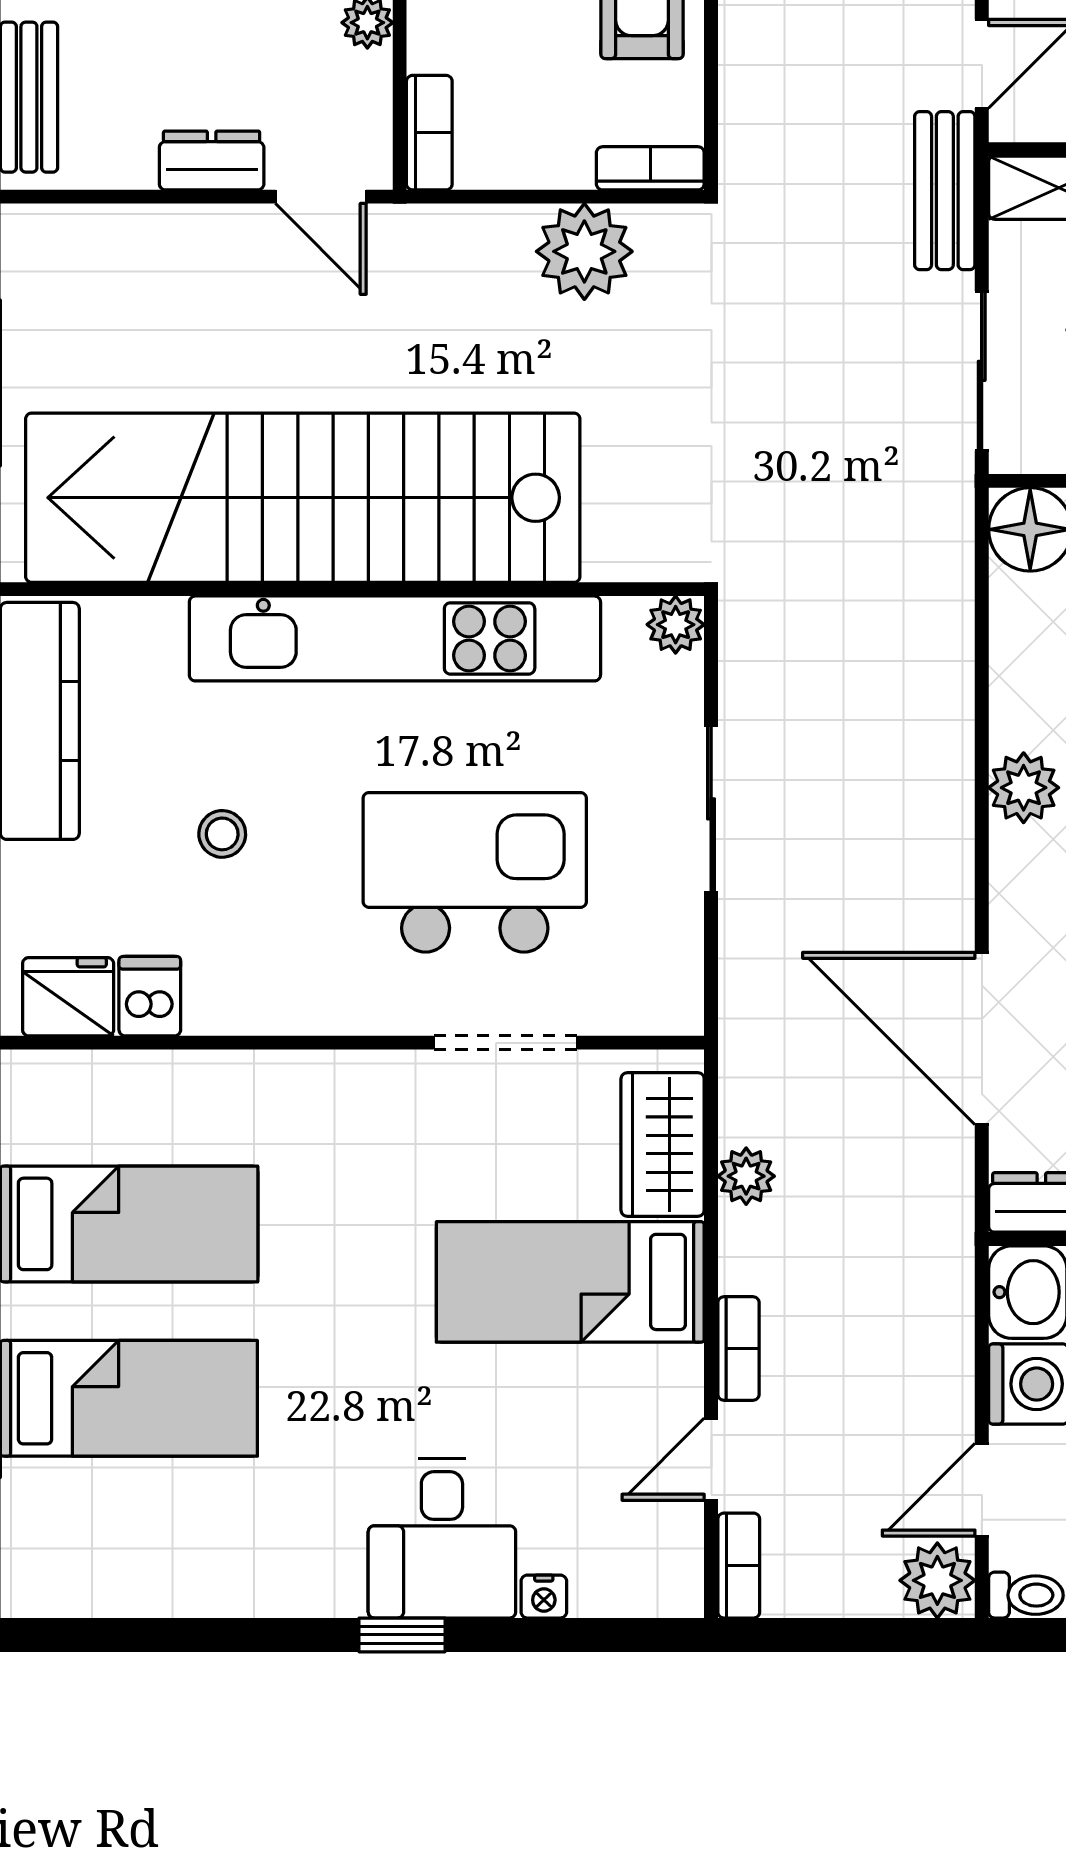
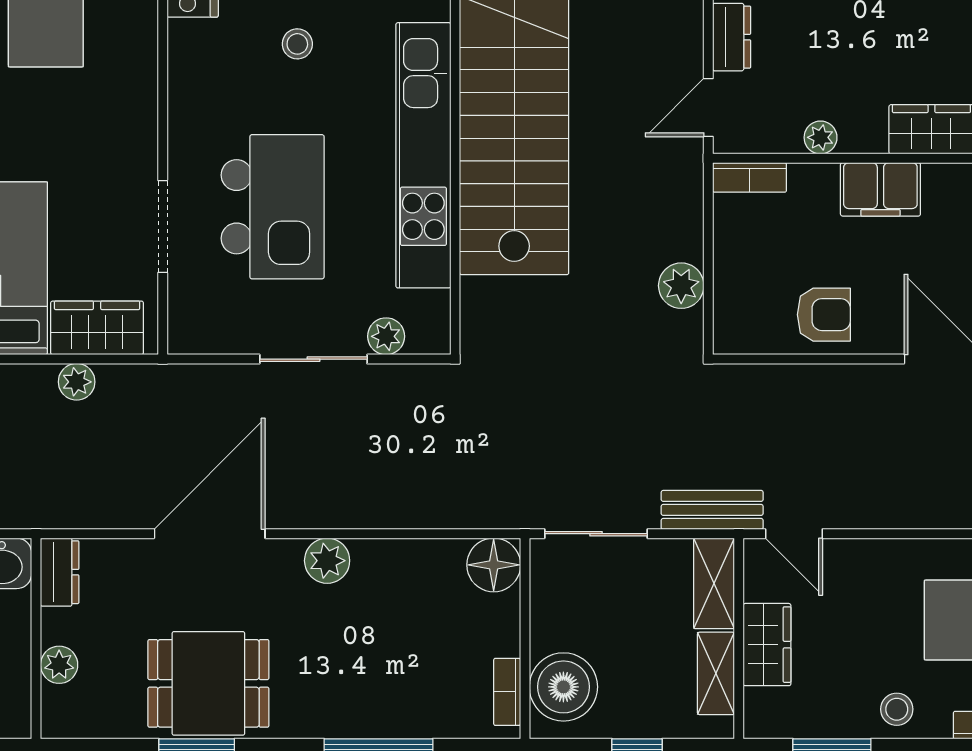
bookcase: (650, 168) -> (727, 320), removed
plant: (584, 251) -> (681, 286), width x0.73, depth x0.73
plant: (676, 625) -> (386, 336), moved
door: (982, 1038) -> (210, 534), moved

